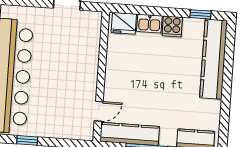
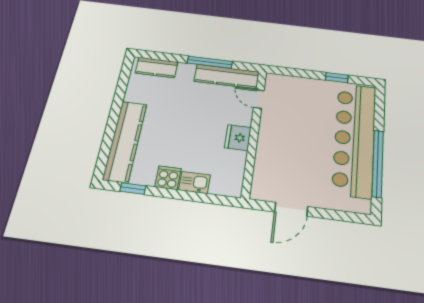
fridge: (124, 23) -> (238, 138), moved, turned -90
door: (99, 111) -> (259, 99), hinge flipped

